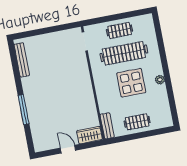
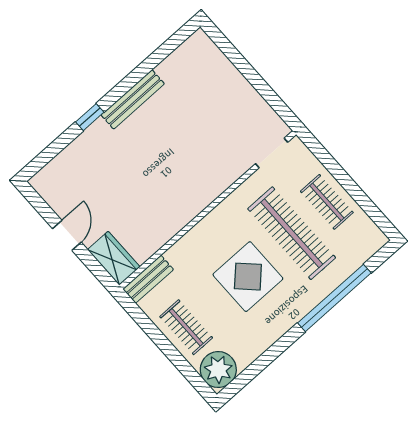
window: (162, 52) -> (334, 298), added
bench: (22, 60) -> (133, 99), moved
plant: (160, 80) -> (218, 370), moved, width x1.88, depth x1.88
window: (24, 110) -> (90, 117), width x0.46

